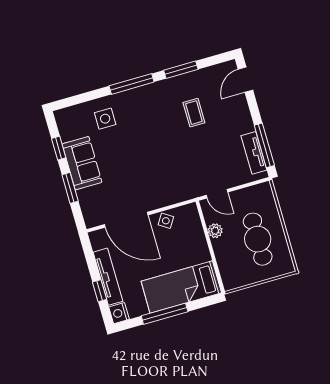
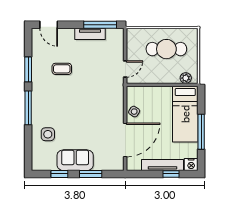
tv unit: (254, 153) -> (90, 34), moved
plant: (215, 231) -> (186, 78), moved

